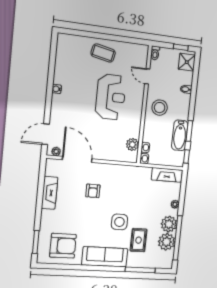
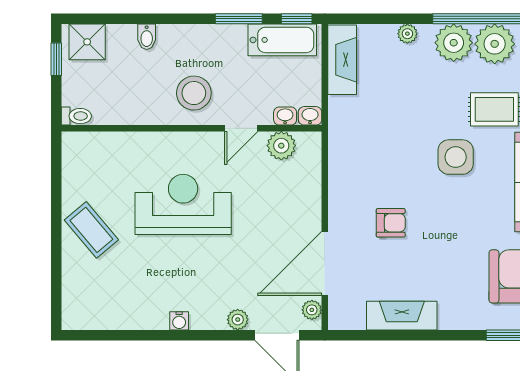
coffee table: (103, 53) -> (91, 230), turned -52
door: (147, 76) -> (241, 128), moved
plant: (55, 117) -> (238, 320), added
bathtub: (180, 135) -> (282, 40), moved

